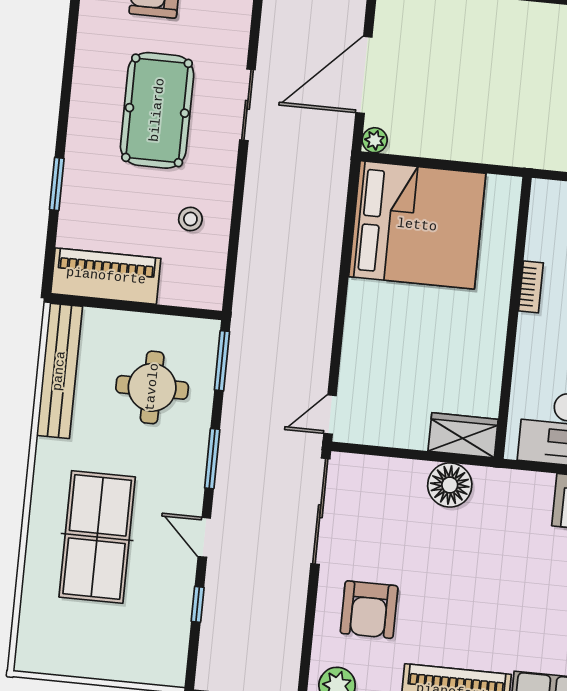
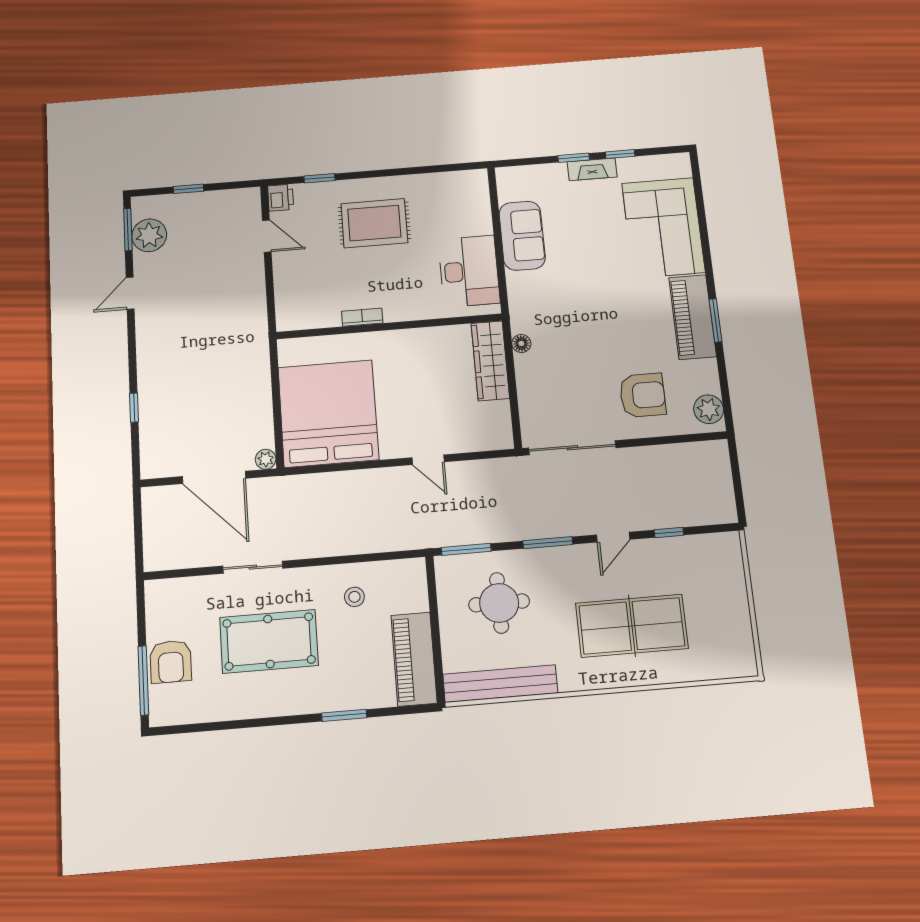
door: (330, 414) -> (428, 460), moved
wardrobe: (463, 435) -> (490, 361), width x1.50
floor lamp: (450, 485) -> (521, 343), width x0.53, depth x0.53

